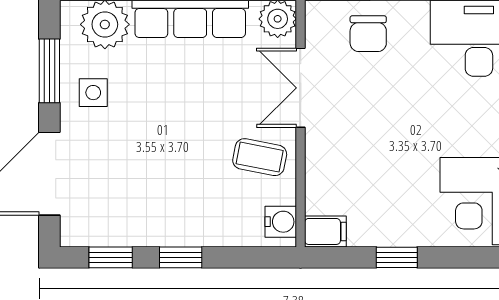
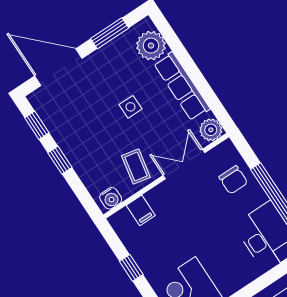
chair: (368, 34) -> (233, 180), turned -90
side table: (93, 93) -> (130, 107), moved
filing cabinet: (325, 231) -> (141, 210), moved

